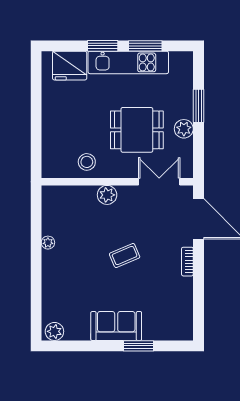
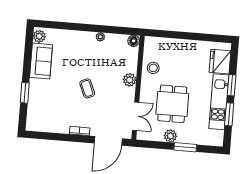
floor lamp: (50, 194) -> (134, 41), added
sofa: (116, 326) -> (41, 61), moved

